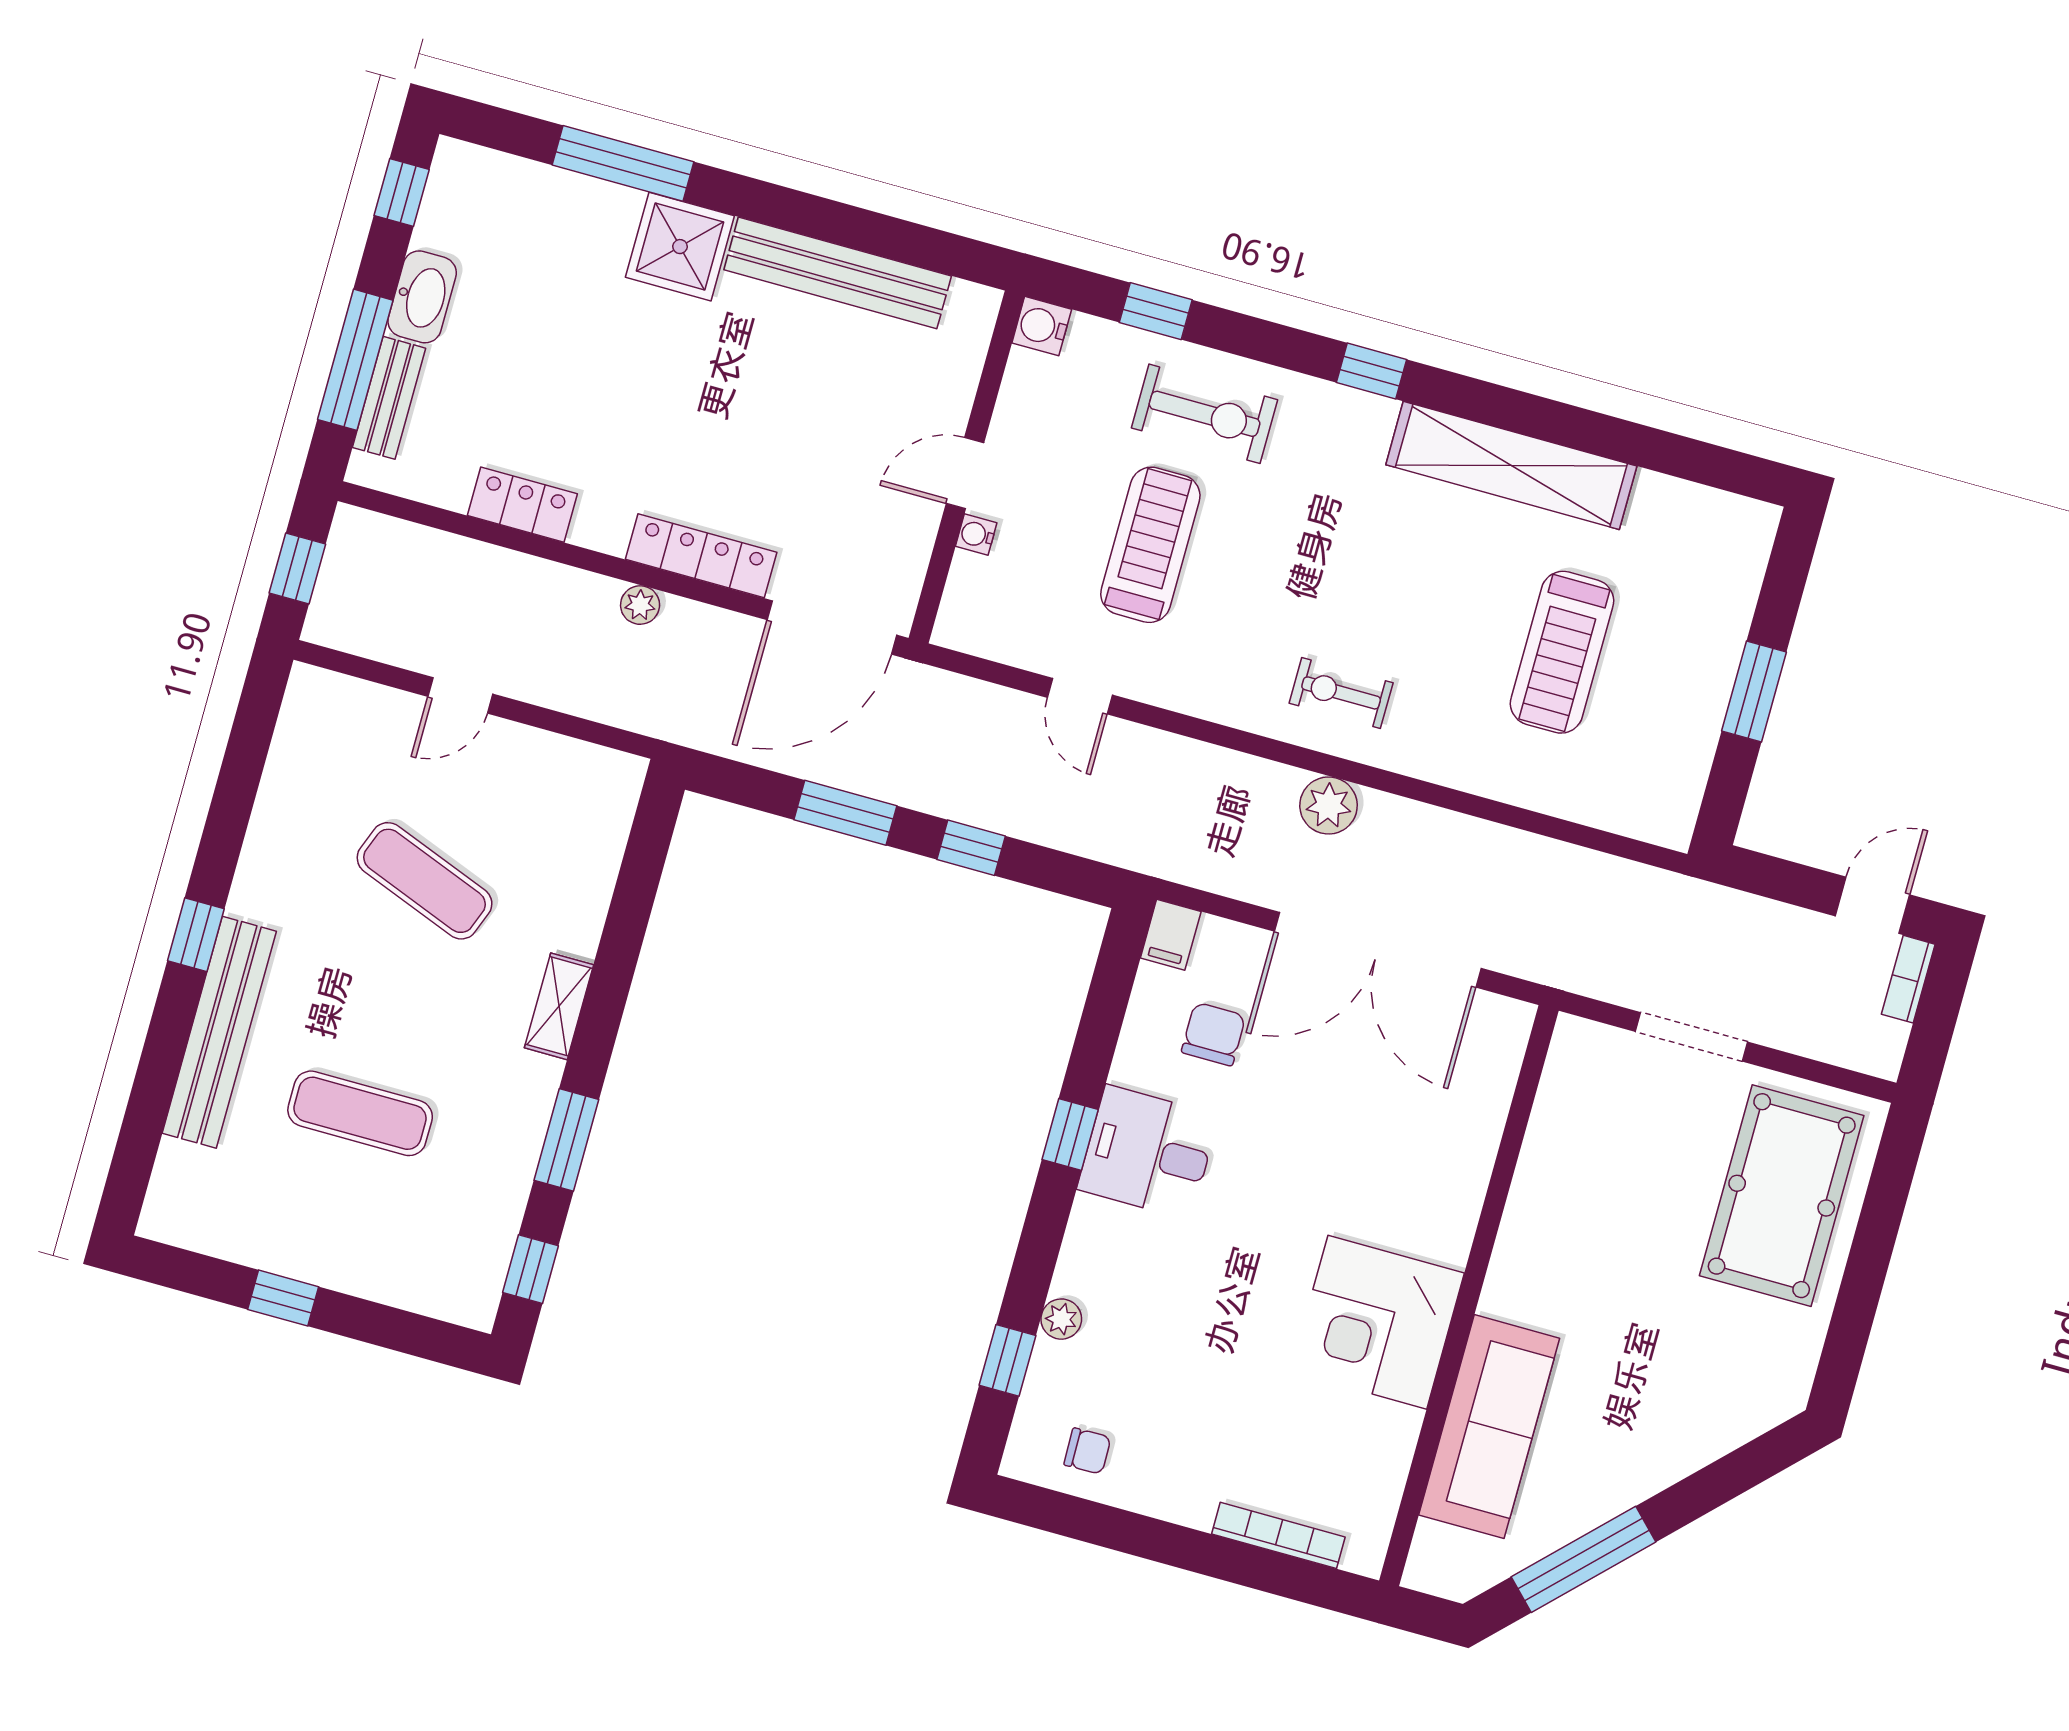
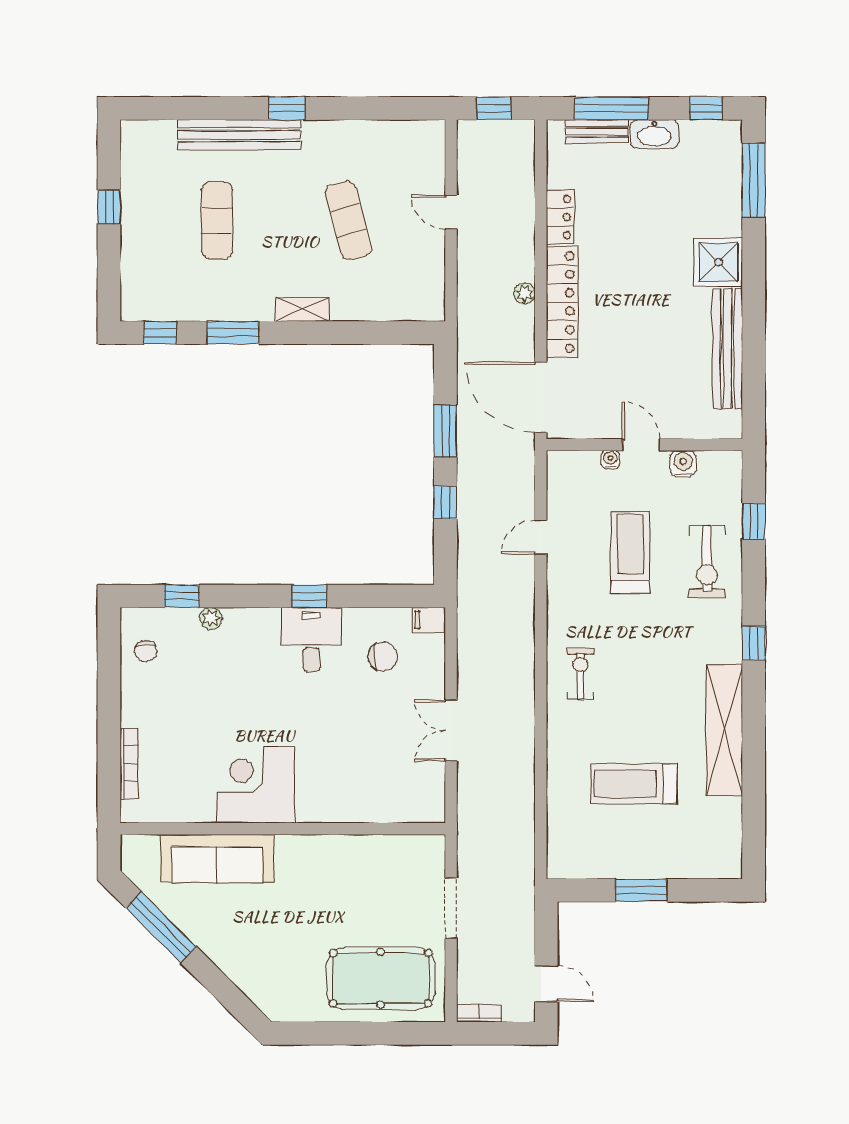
window: (623, 163) -> (754, 180), moved
water cooler: (1042, 326) -> (683, 463), moved
treadmill: (1150, 545) -> (630, 552), turned -90
locker: (701, 556) -> (562, 302), width x1.41, depth x1.21
plant: (1329, 806) -> (519, 684), removed
exercise mat: (425, 881) -> (348, 220), turned -36
double door: (1378, 950) -> (451, 731), width x0.54
bookcase: (1908, 979) -> (479, 1013), moved

